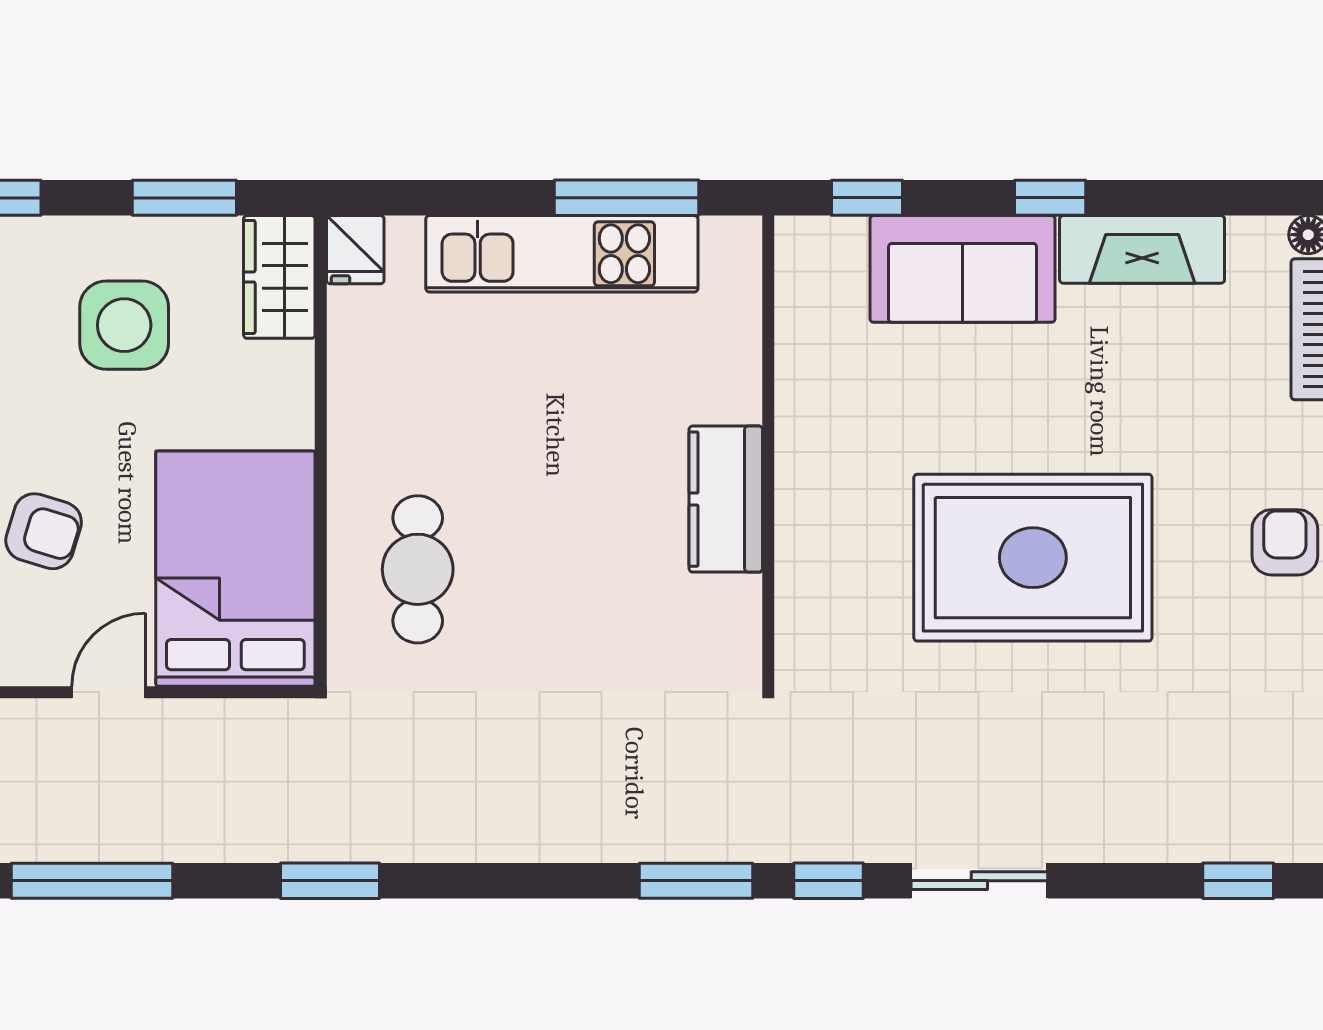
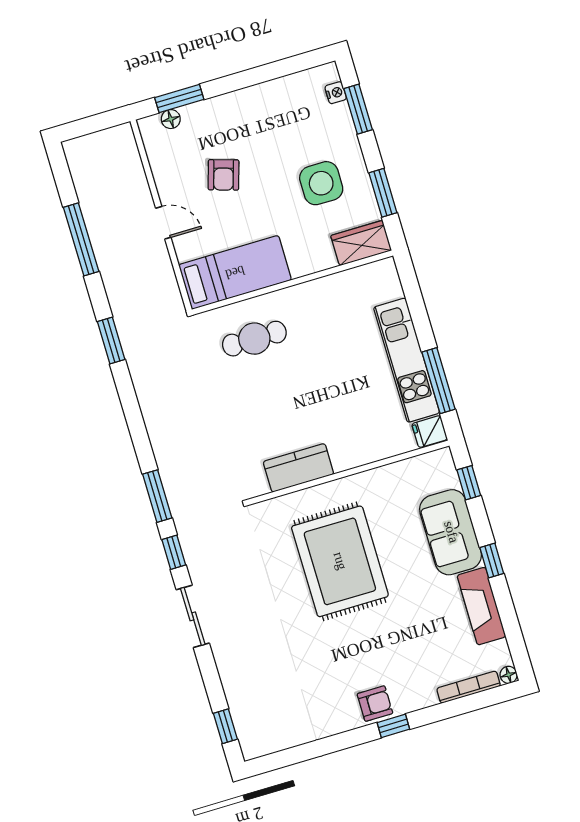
fridge: (355, 250) -> (430, 432), moved
kitchen counter: (726, 499) -> (298, 468), moved
rug: (1033, 558) -> (340, 561), moved
bed: (235, 569) -> (235, 272), width x0.67

